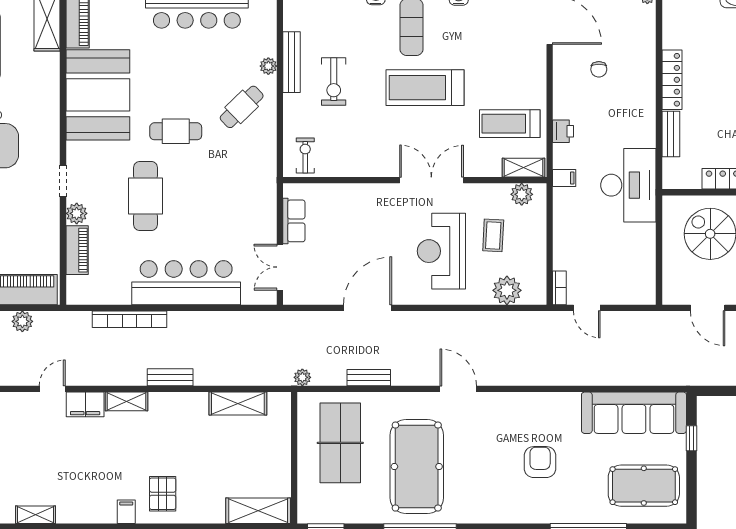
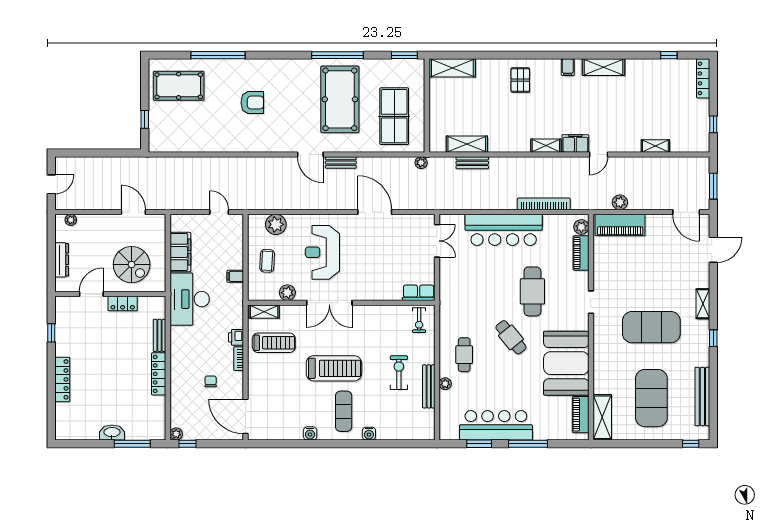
cafe table: (242, 107) -> (464, 355), turned -46
cafe table: (176, 131) -> (511, 337), turned 51
filing cabinet: (564, 178) -> (235, 276), moved
plant: (522, 194) -> (287, 293), moved
plant: (77, 213) -> (581, 227), moved
row of seats: (294, 221) -> (419, 293), moved, turned 90
coffee table: (493, 235) -> (267, 261), moved
reception desk: (441, 251) -> (322, 252), turned 180
filing cabinet: (642, 252) -> (180, 252), added
bookcase: (559, 288) -> (239, 359), moved
door: (368, 308) -> (375, 212), swing flipped
bench: (170, 377) -> (472, 163), moved
bench: (369, 378) -> (341, 162), moved
sofa: (634, 413) -> (186, 138), removed
armchair: (540, 462) -> (252, 103), turned -90
filing cabinet: (126, 512) -> (568, 67), moved
shelving: (36, 515) -> (603, 67), width x1.50, depth x1.33

